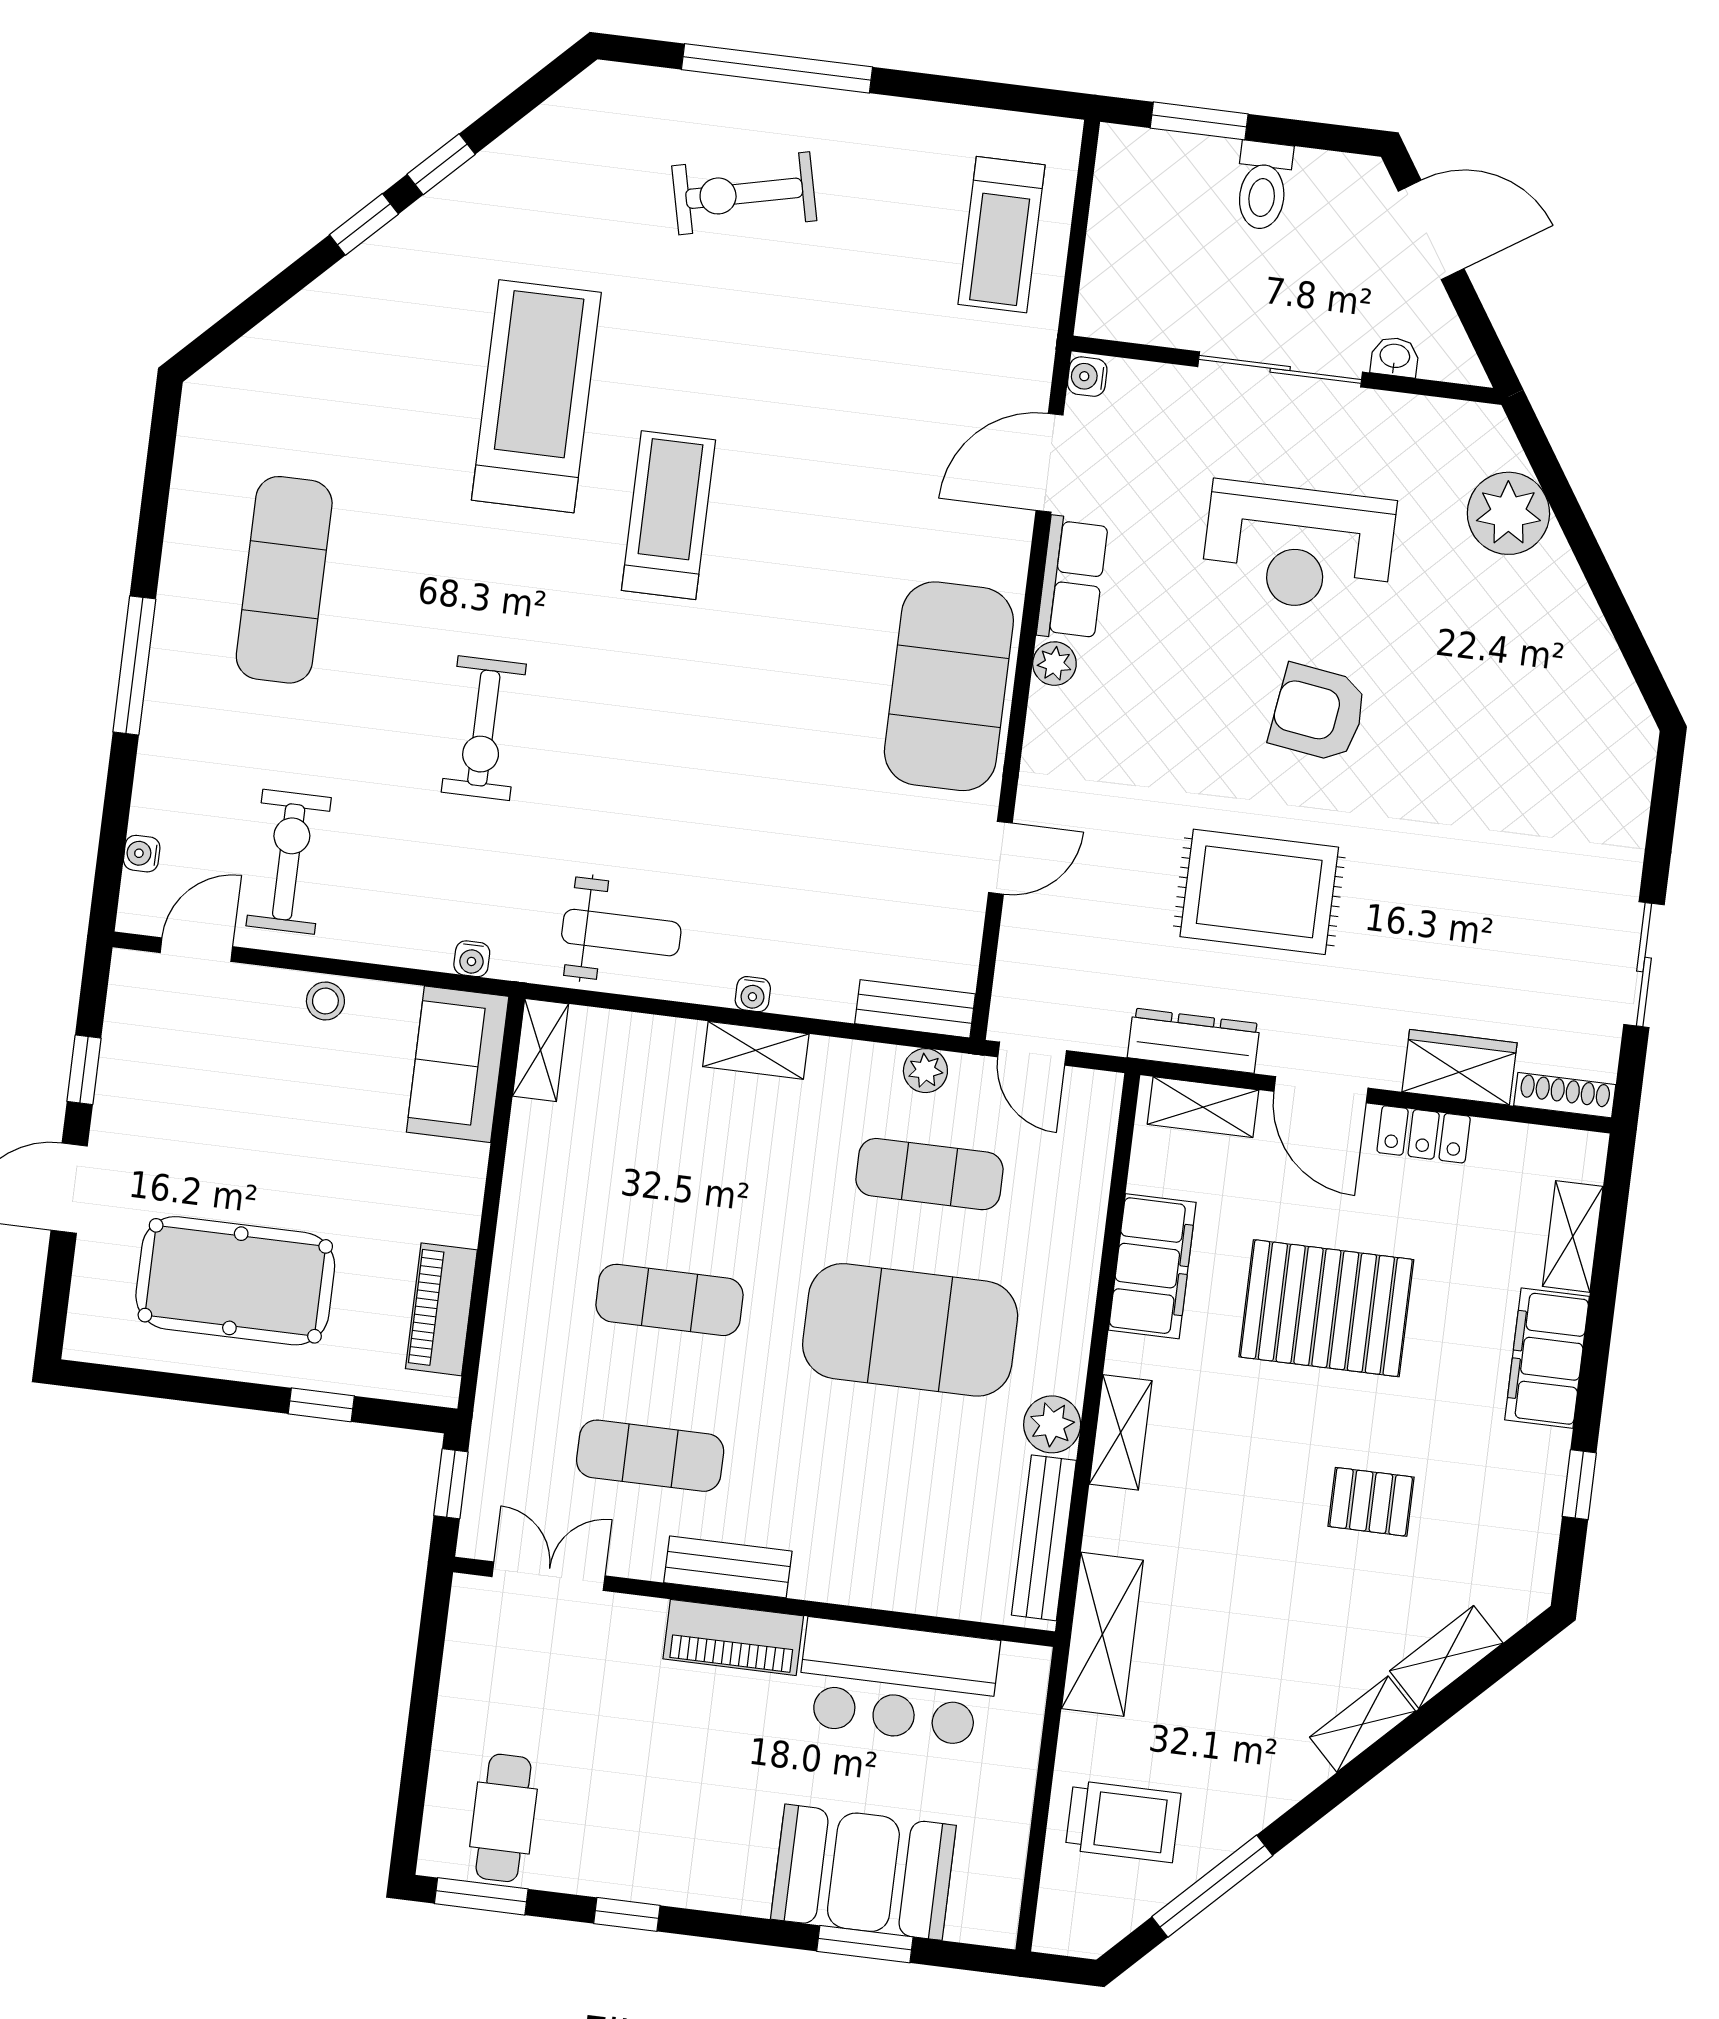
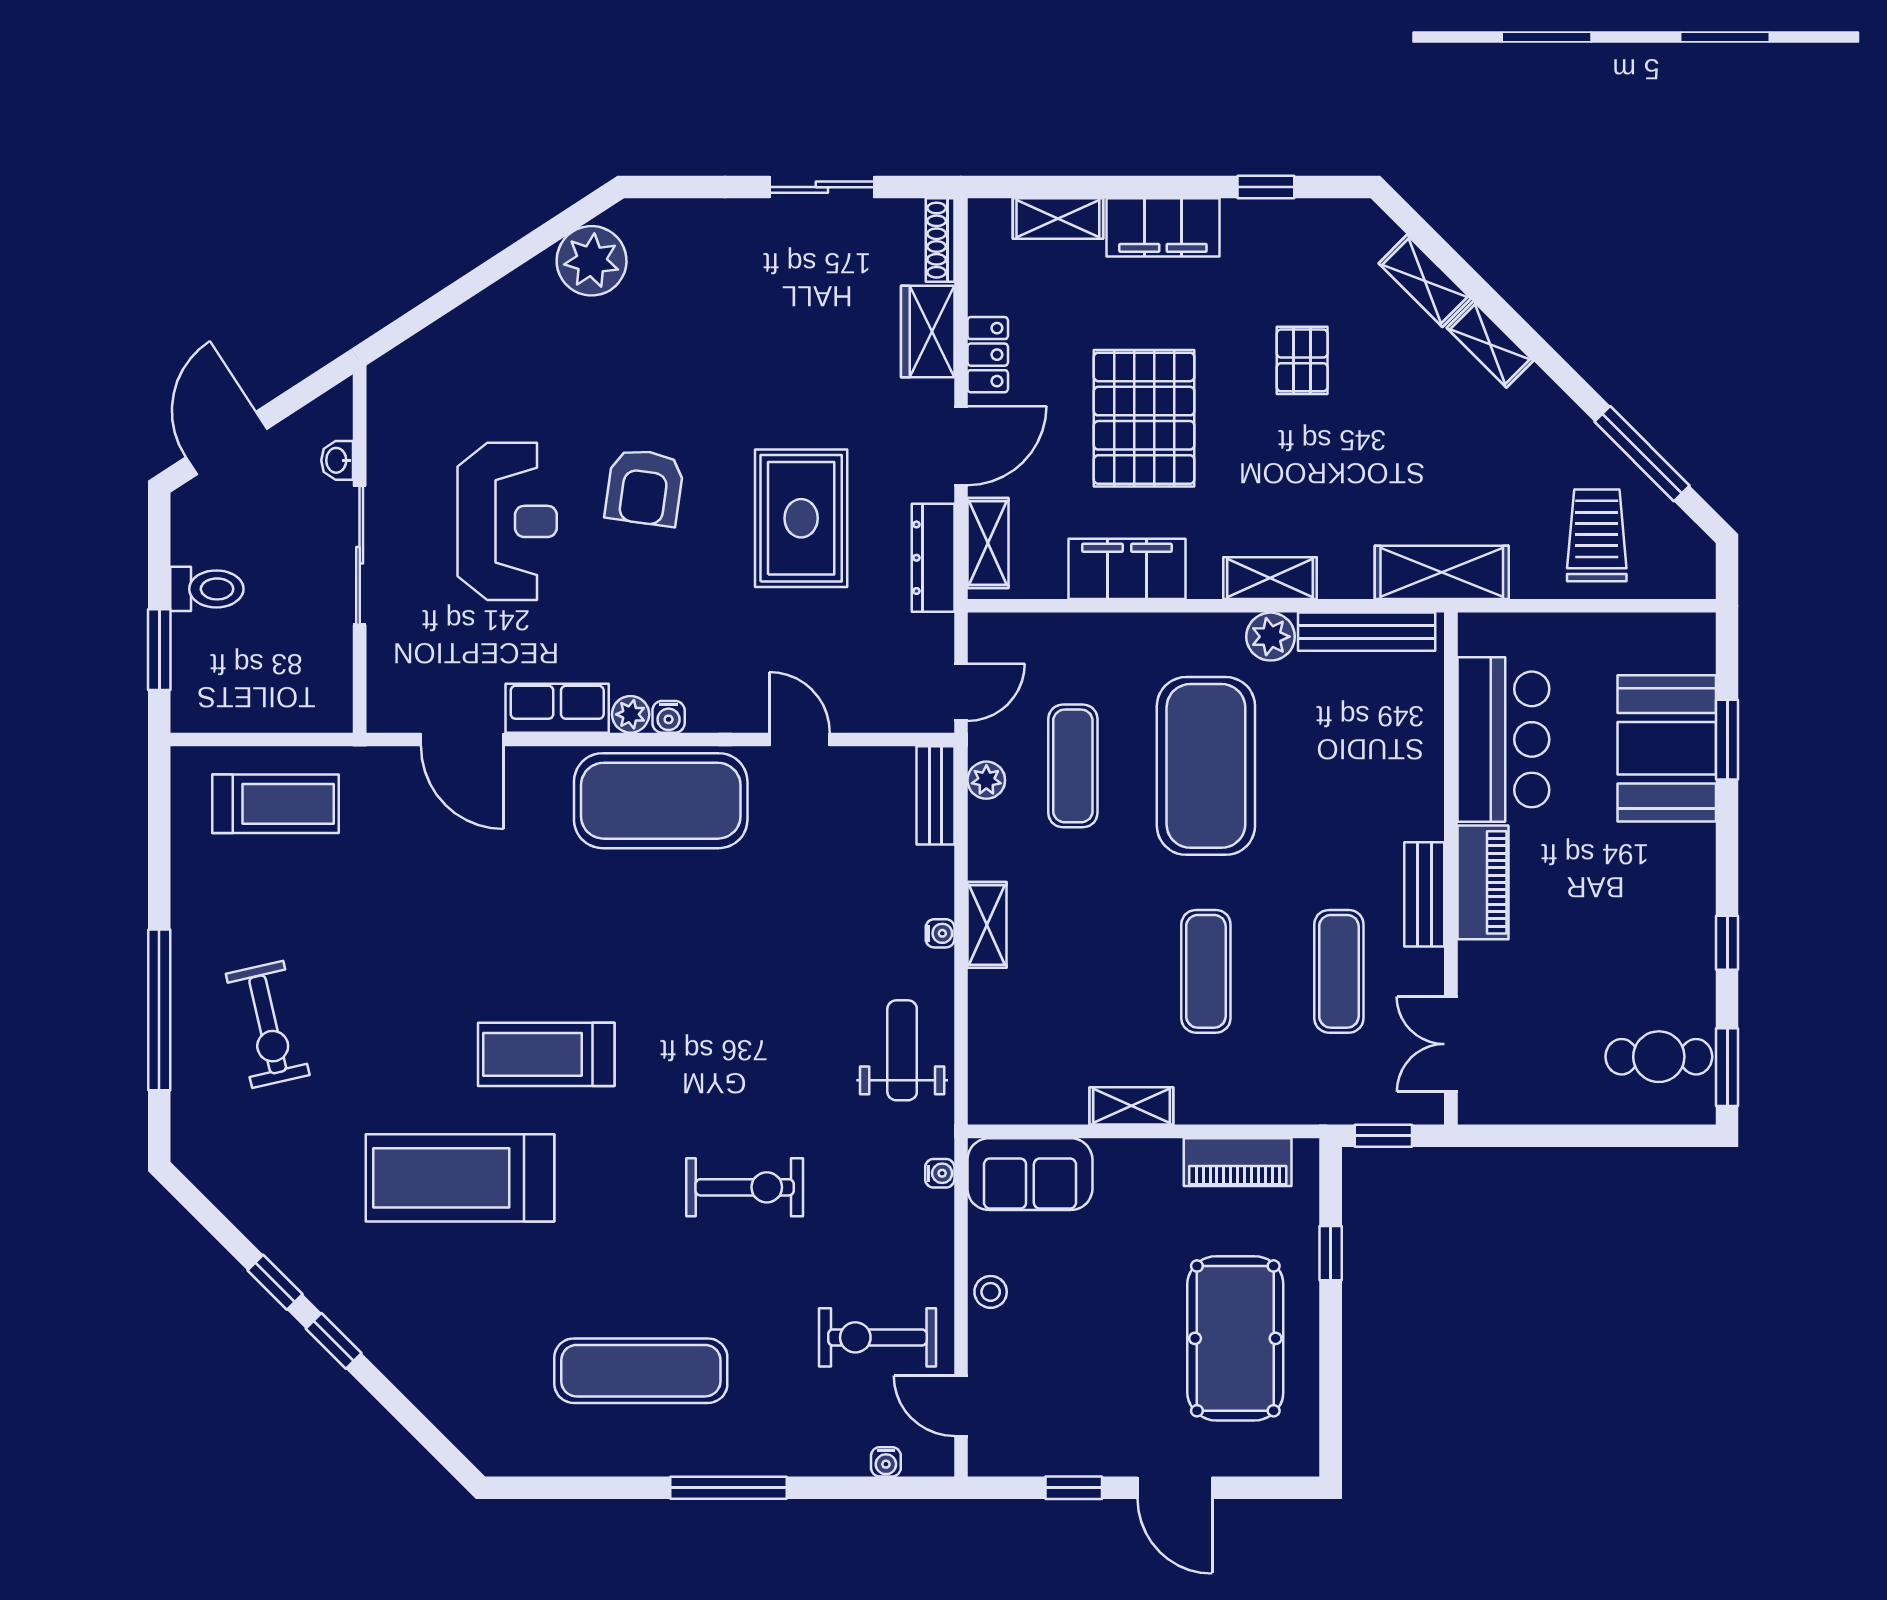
water cooler: (1087, 377) -> (669, 717), moved
plant: (1508, 513) -> (592, 261), moved
shelving: (540, 1050) -> (1131, 1106), moved

